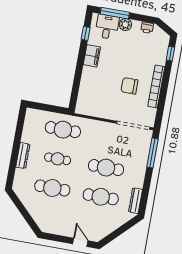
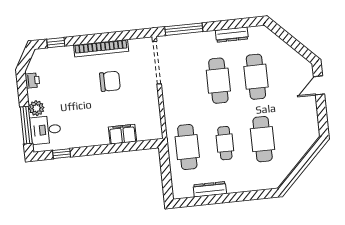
filing cabinet: (92, 56) -> (122, 134), moved
chair: (129, 86) -> (110, 81), turned -90
dresser: (23, 156) -> (210, 189), moved
dresser: (135, 201) -> (232, 35), moved

